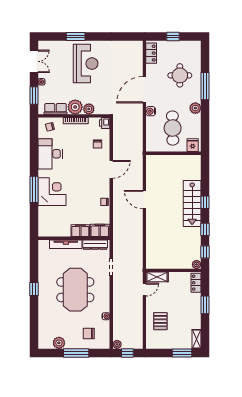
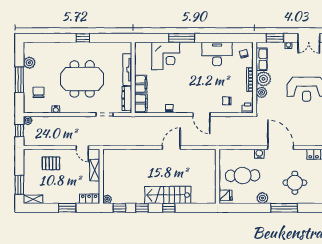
corner desk: (52, 192) -> (166, 56), moved
shelving: (157, 277) -> (95, 170), moved

